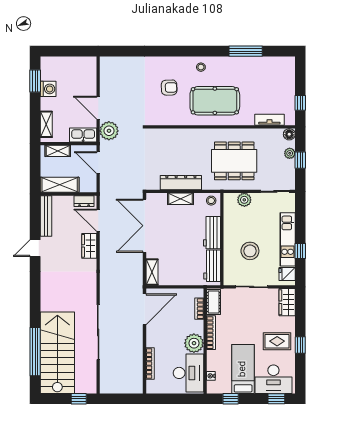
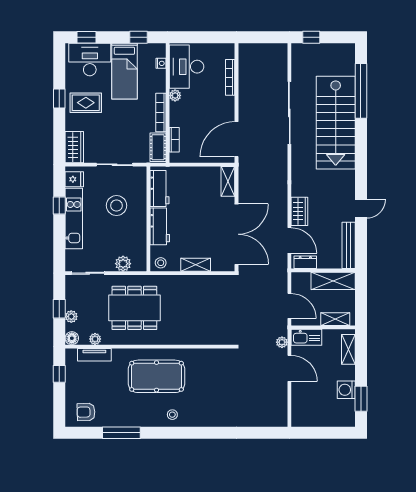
armchair: (169, 88) -> (86, 412), moved
plant: (109, 131) -> (282, 342), width x0.53, depth x0.53
plant: (269, 134) -> (95, 339), added
dresser: (181, 183) -> (195, 283), removed
plant: (194, 343) -> (175, 95), width x0.53, depth x0.53
stairs: (57, 353) -> (336, 123), moved

